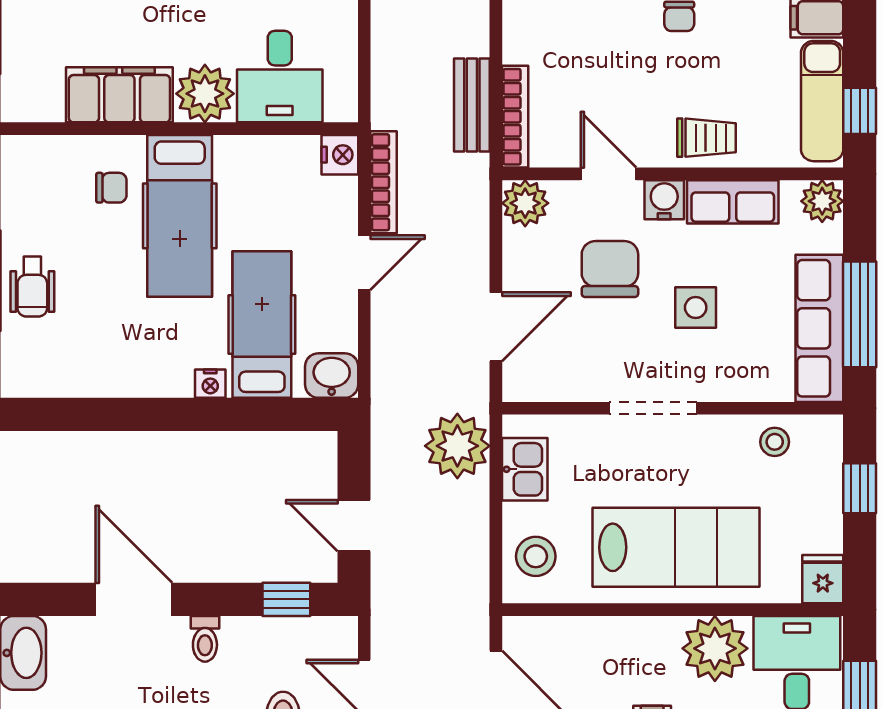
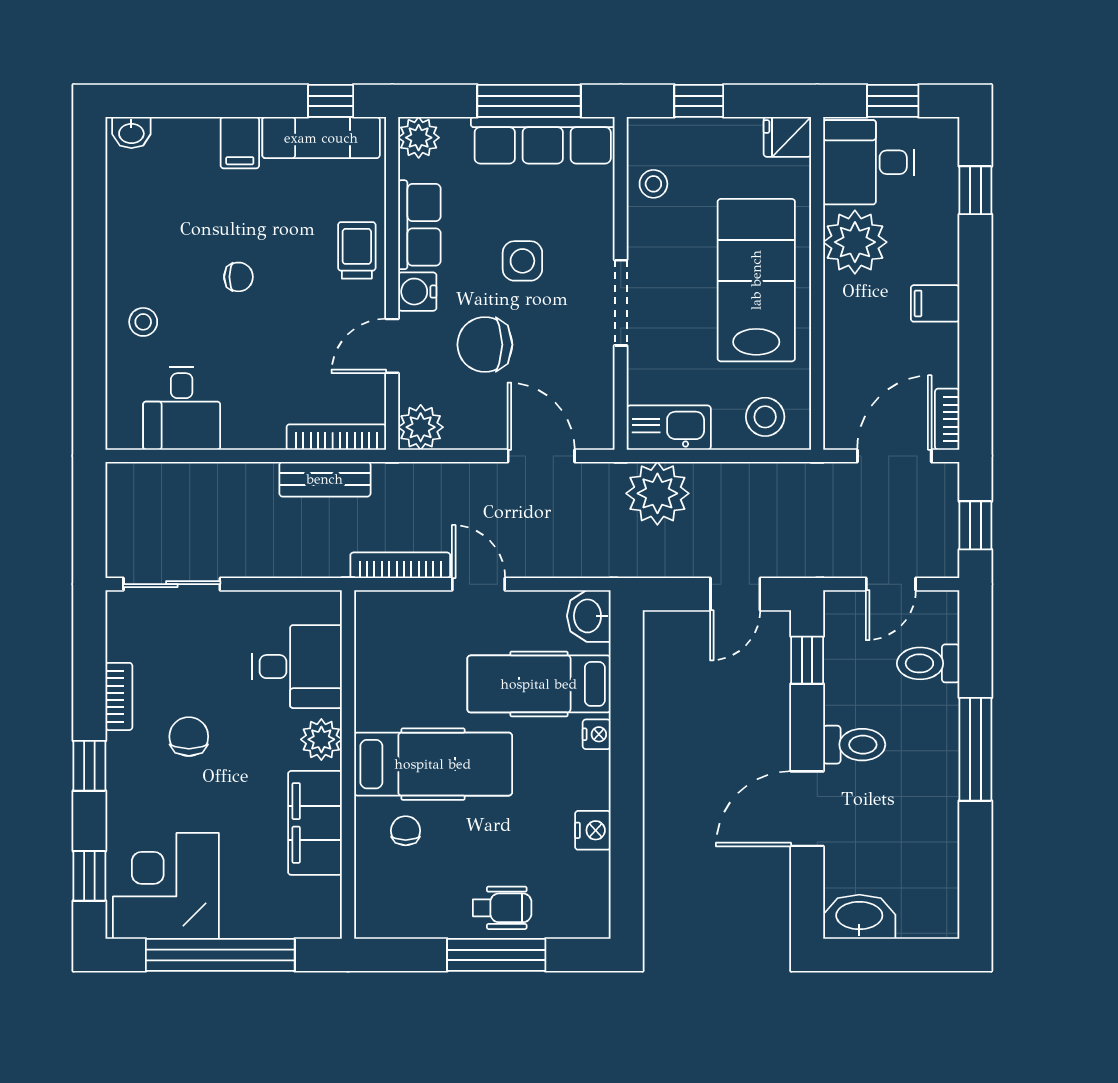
plant: (205, 94) -> (321, 739), width x0.73, depth x0.73
nightstand: (340, 155) -> (593, 830), moved, turned 90
kitchen sink: (525, 469) -> (669, 428), width x1.38
toilet: (205, 639) -> (854, 745), width x1.37, depth x1.39

